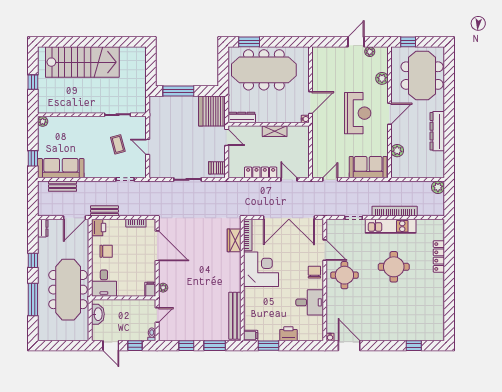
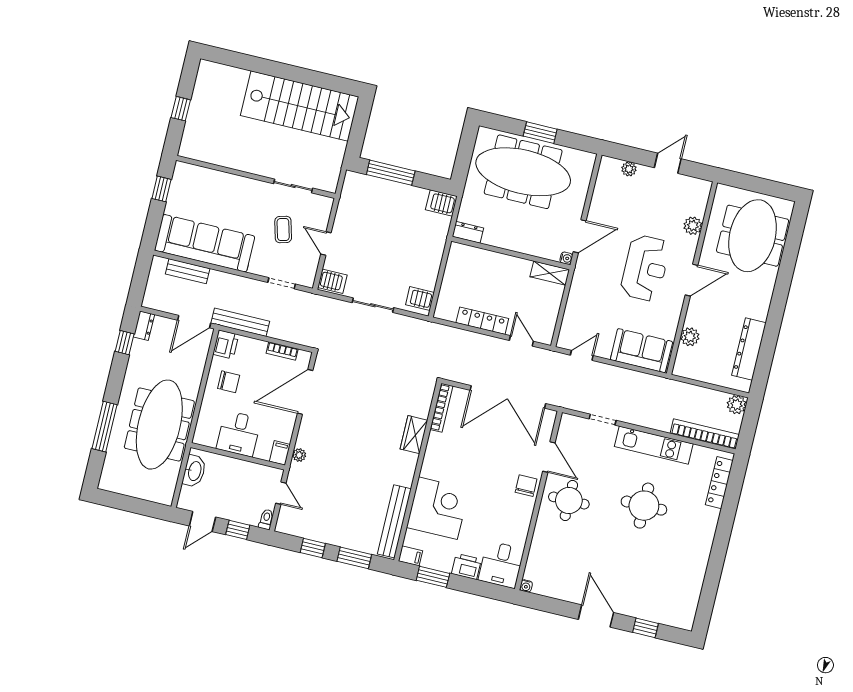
window: (249, 42) -> (540, 133), moved
window: (408, 42) -> (744, 182), removed
plant: (370, 52) -> (629, 169), moved
stairs: (82, 62) -> (300, 106), moved
server rack: (212, 111) -> (441, 203), width x0.46, depth x0.70
dresser: (242, 118) -> (468, 232), width x0.70
plant: (43, 121) -> (181, 170), removed
shelving: (275, 131) -> (550, 273), moved
dresser: (437, 131) -> (749, 349), moved
door: (227, 137) -> (445, 257), removed
window: (33, 158) -> (161, 189), moved
sofa: (61, 168) -> (205, 243), width x1.36, depth x1.27
server rack: (158, 170) -> (332, 281), added
bench: (104, 211) -> (240, 322), width x1.36
bookcase: (395, 211) -> (705, 434), moved
wardrobe: (234, 240) -> (414, 435), moved
door: (157, 246) -> (305, 392), swing flipped
locker: (439, 256) -> (719, 483), moved
window: (33, 260) -> (125, 343), moved
corner desk: (261, 269) -> (438, 508), moved
desk: (104, 283) -> (239, 434), moved
desk: (310, 302) -> (501, 565), moved, turned 90
door: (157, 315) -> (281, 493), hinge flipped
door: (111, 346) -> (202, 521), hinge flipped
door: (349, 346) -> (596, 616), moved

